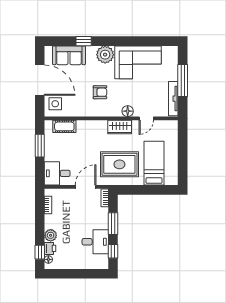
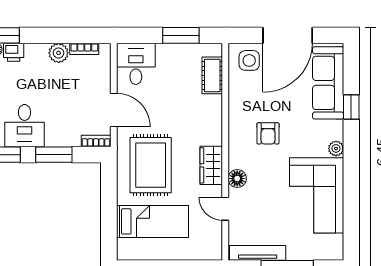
sofa: (69, 55) -> (328, 83), width x1.36
plant: (105, 55) -> (336, 148), width x0.53, depth x0.53
plant: (51, 235) -> (59, 53), moved

